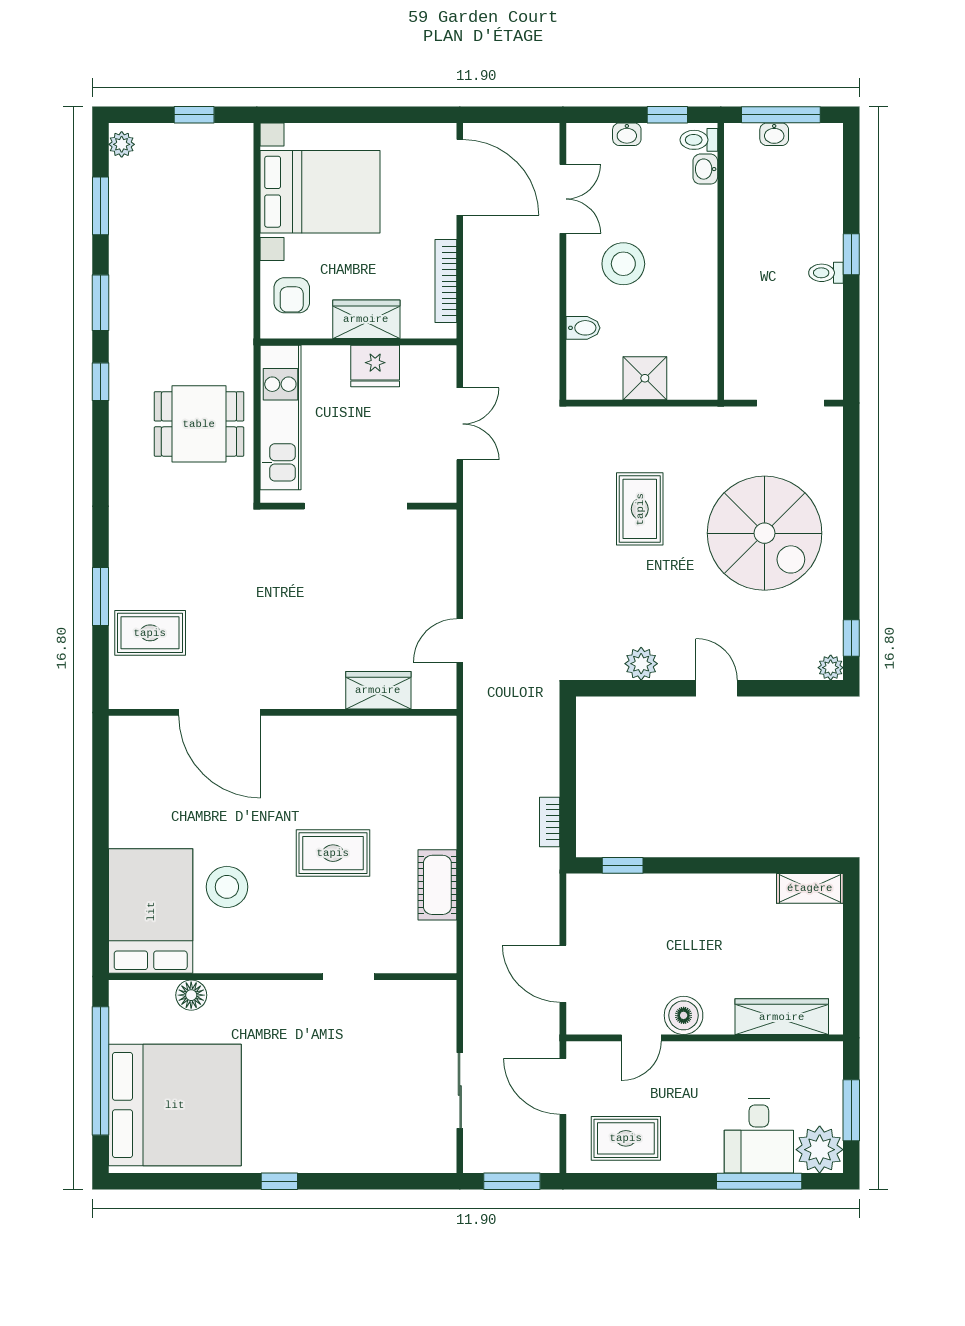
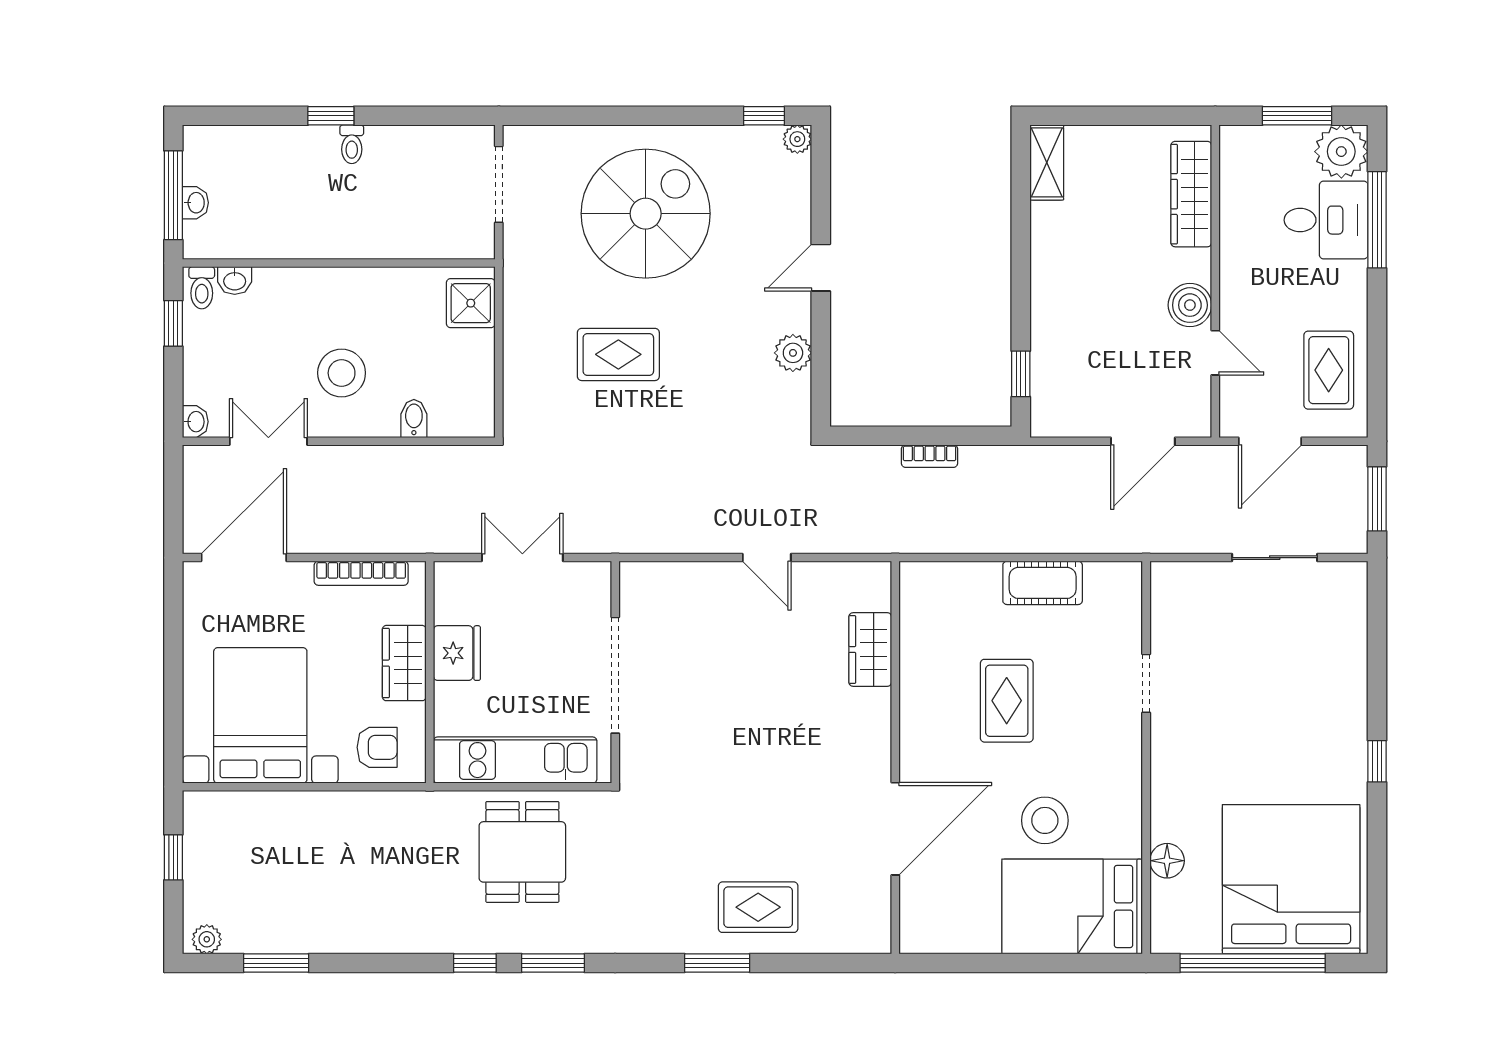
washbasin: (627, 134) -> (195, 422), moved
window: (101, 303) -> (553, 963), moved
shower: (645, 378) -> (471, 303), moved
rug: (150, 633) -> (758, 907), turned 90
wardrobe: (378, 690) -> (870, 649), moved
door: (220, 712) -> (895, 829), moved
wall: (283, 712) -> (895, 758), moved
bookcase: (550, 822) -> (930, 456), moved

